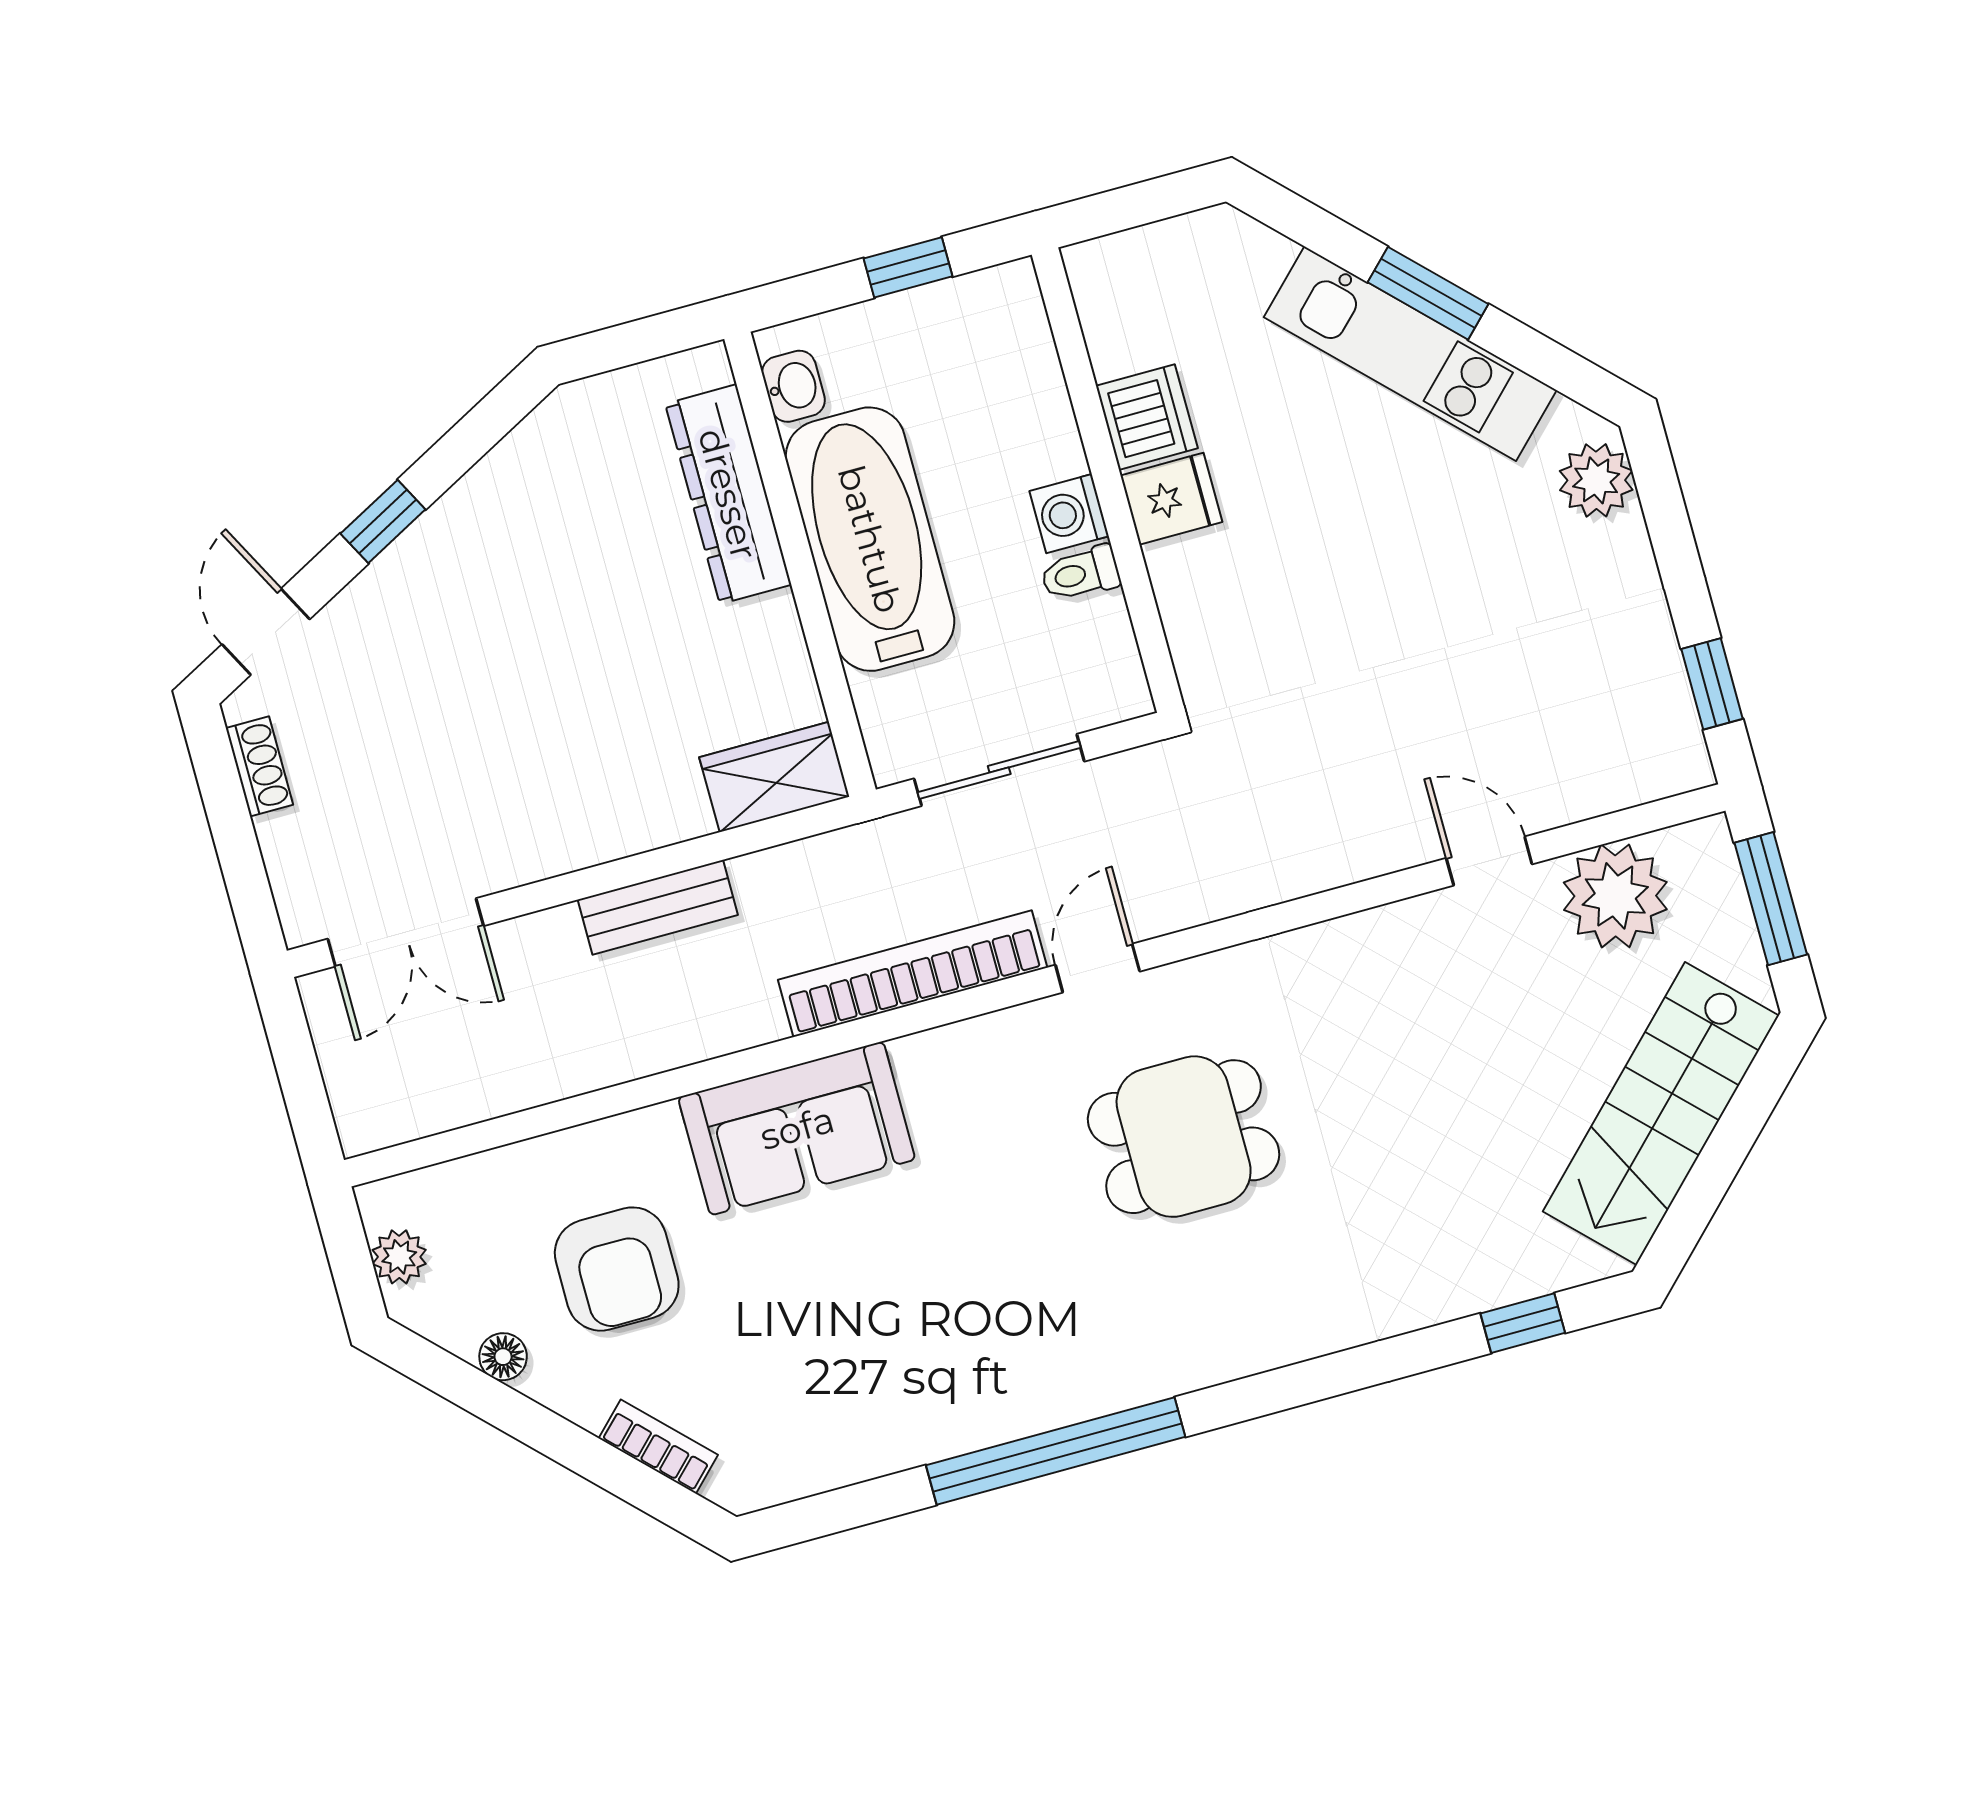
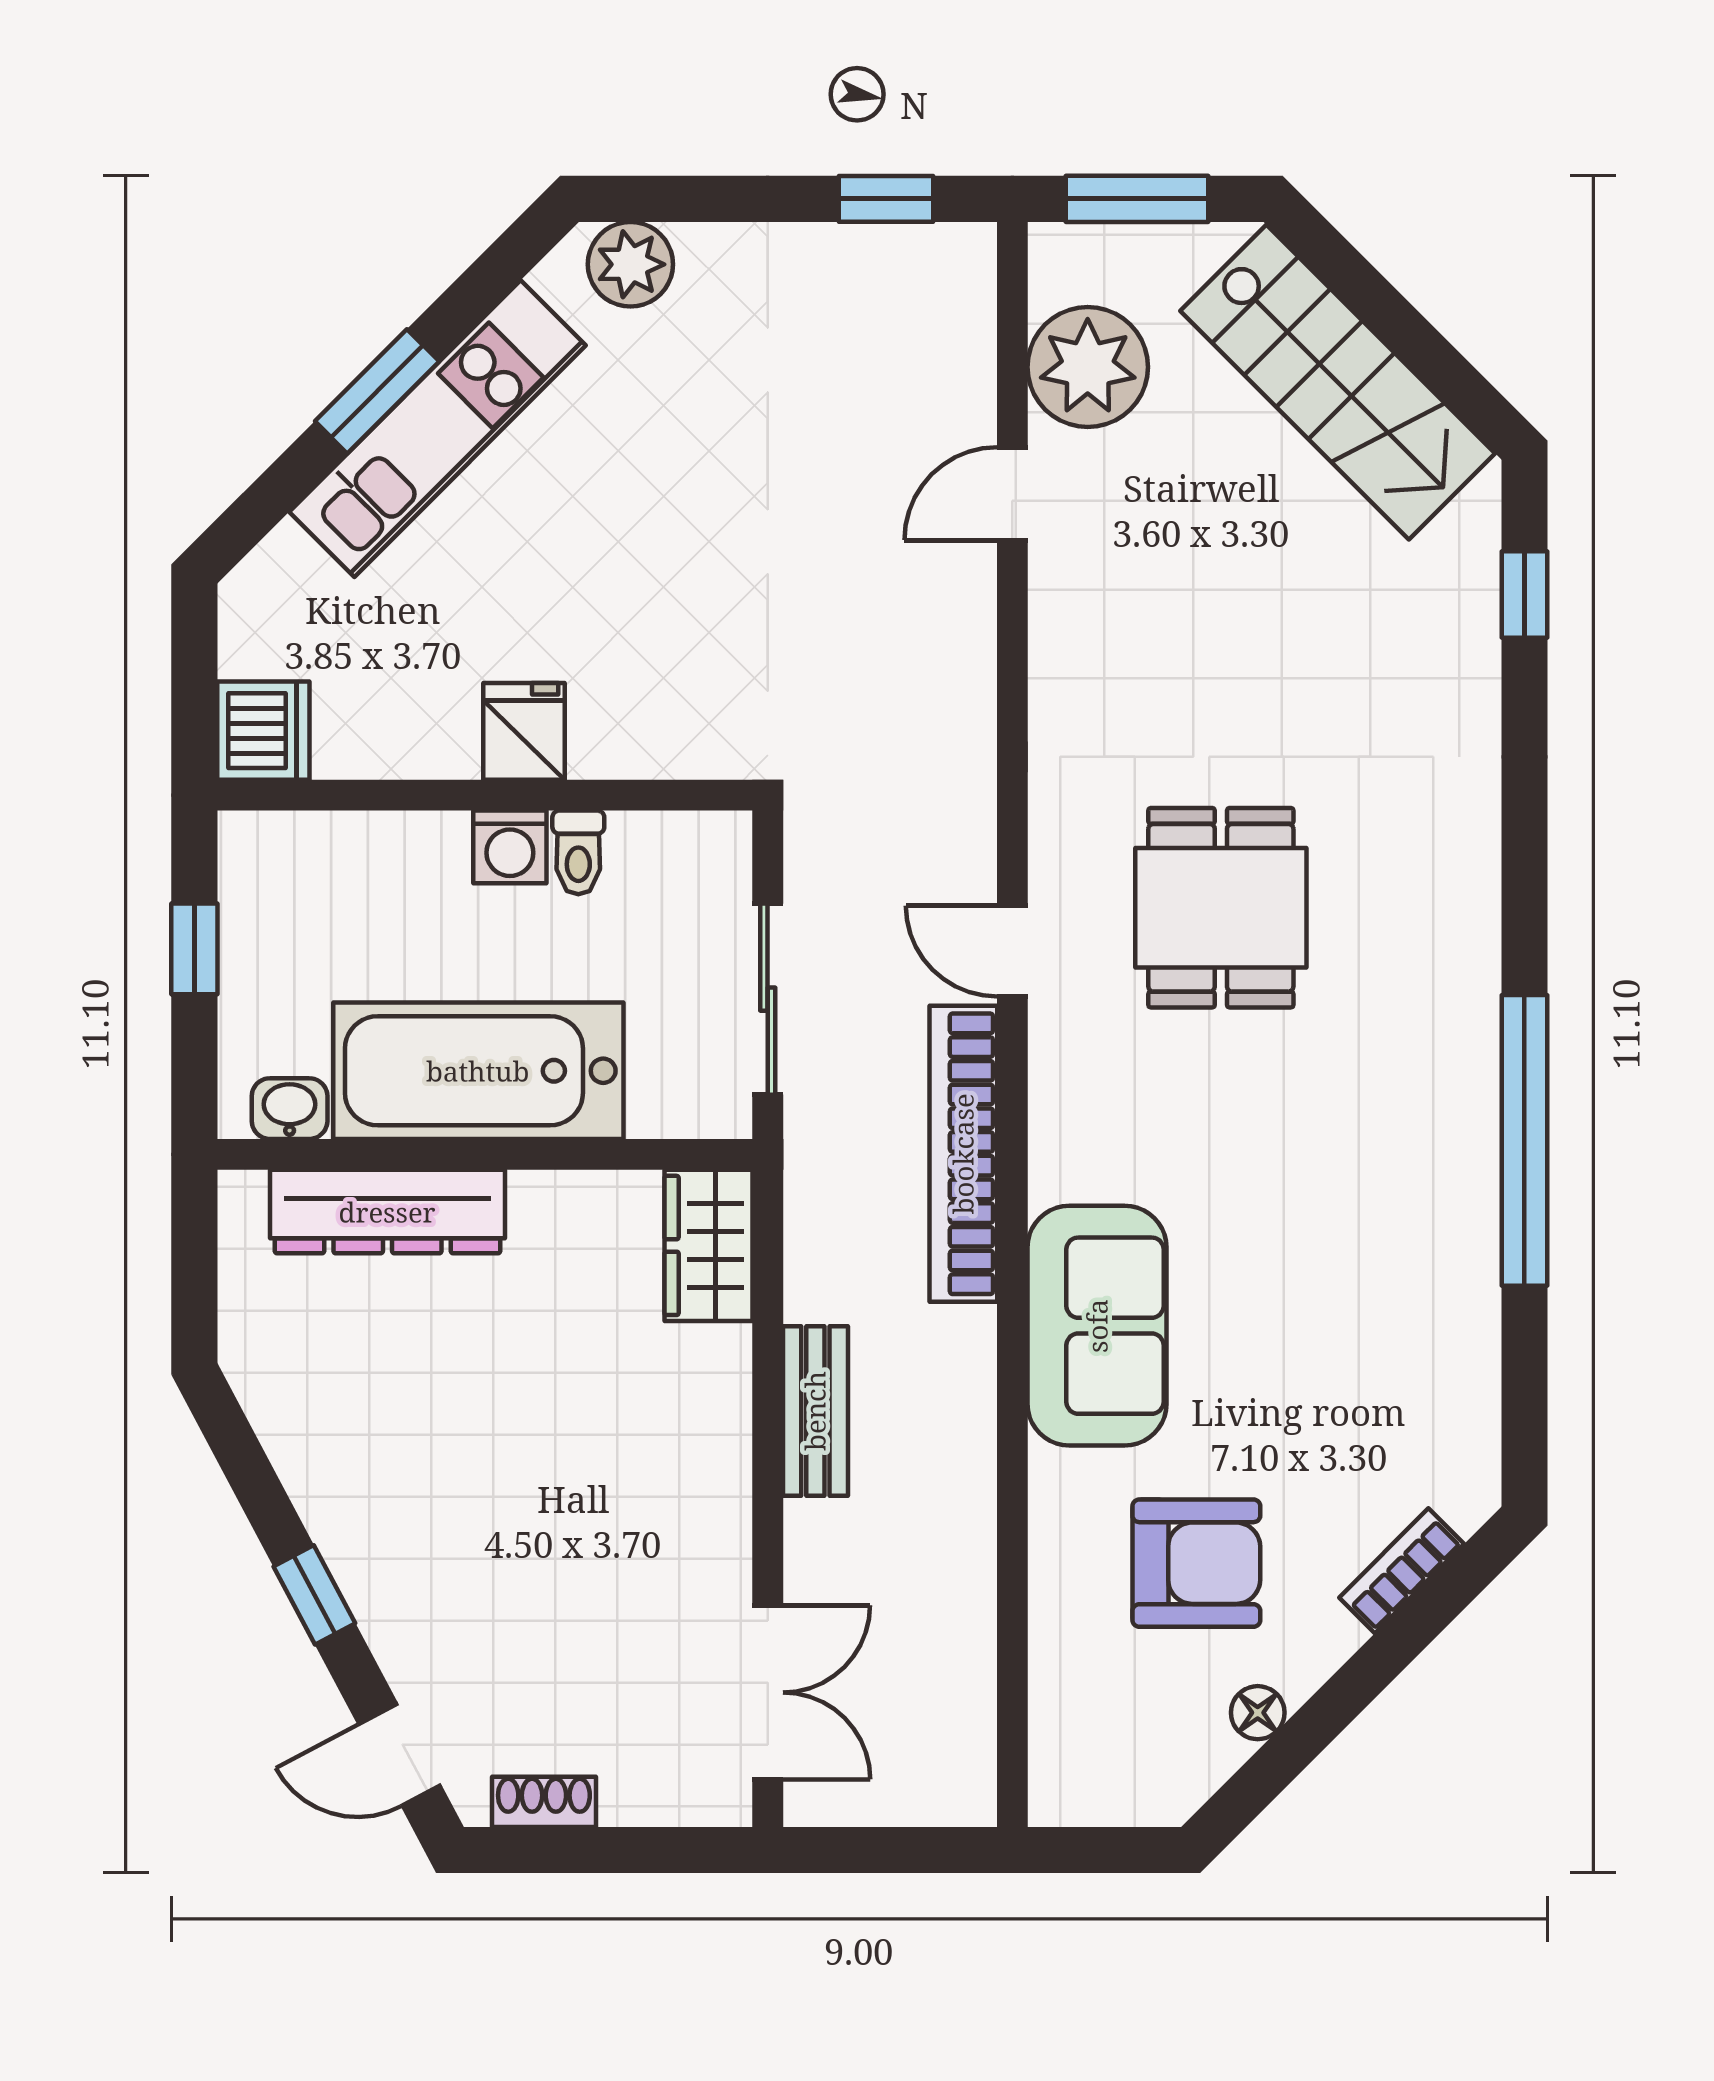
dishwasher: (1147, 417) -> (263, 731), moved, turned 90
plant: (399, 1257) -> (1118, 1796), removed

